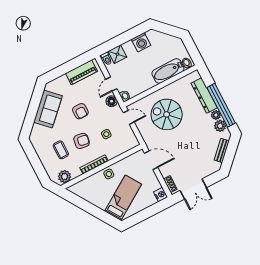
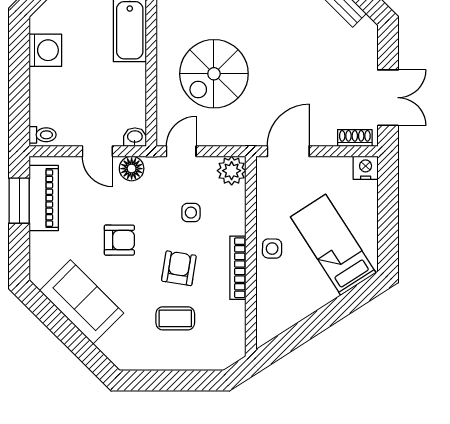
shower: (117, 54) -> (45, 109), removed
window: (75, 63) -> (19, 201), added
plant: (64, 177) -> (232, 171), moved

